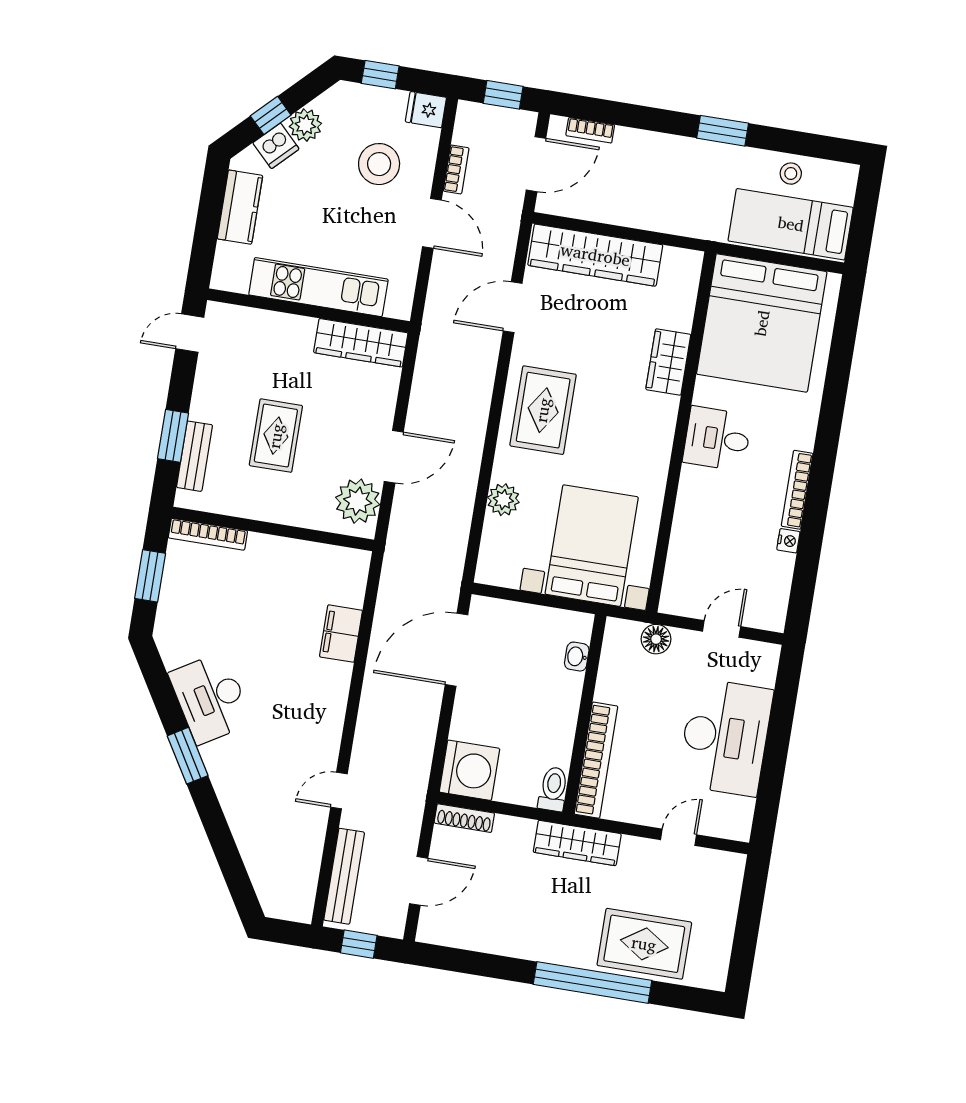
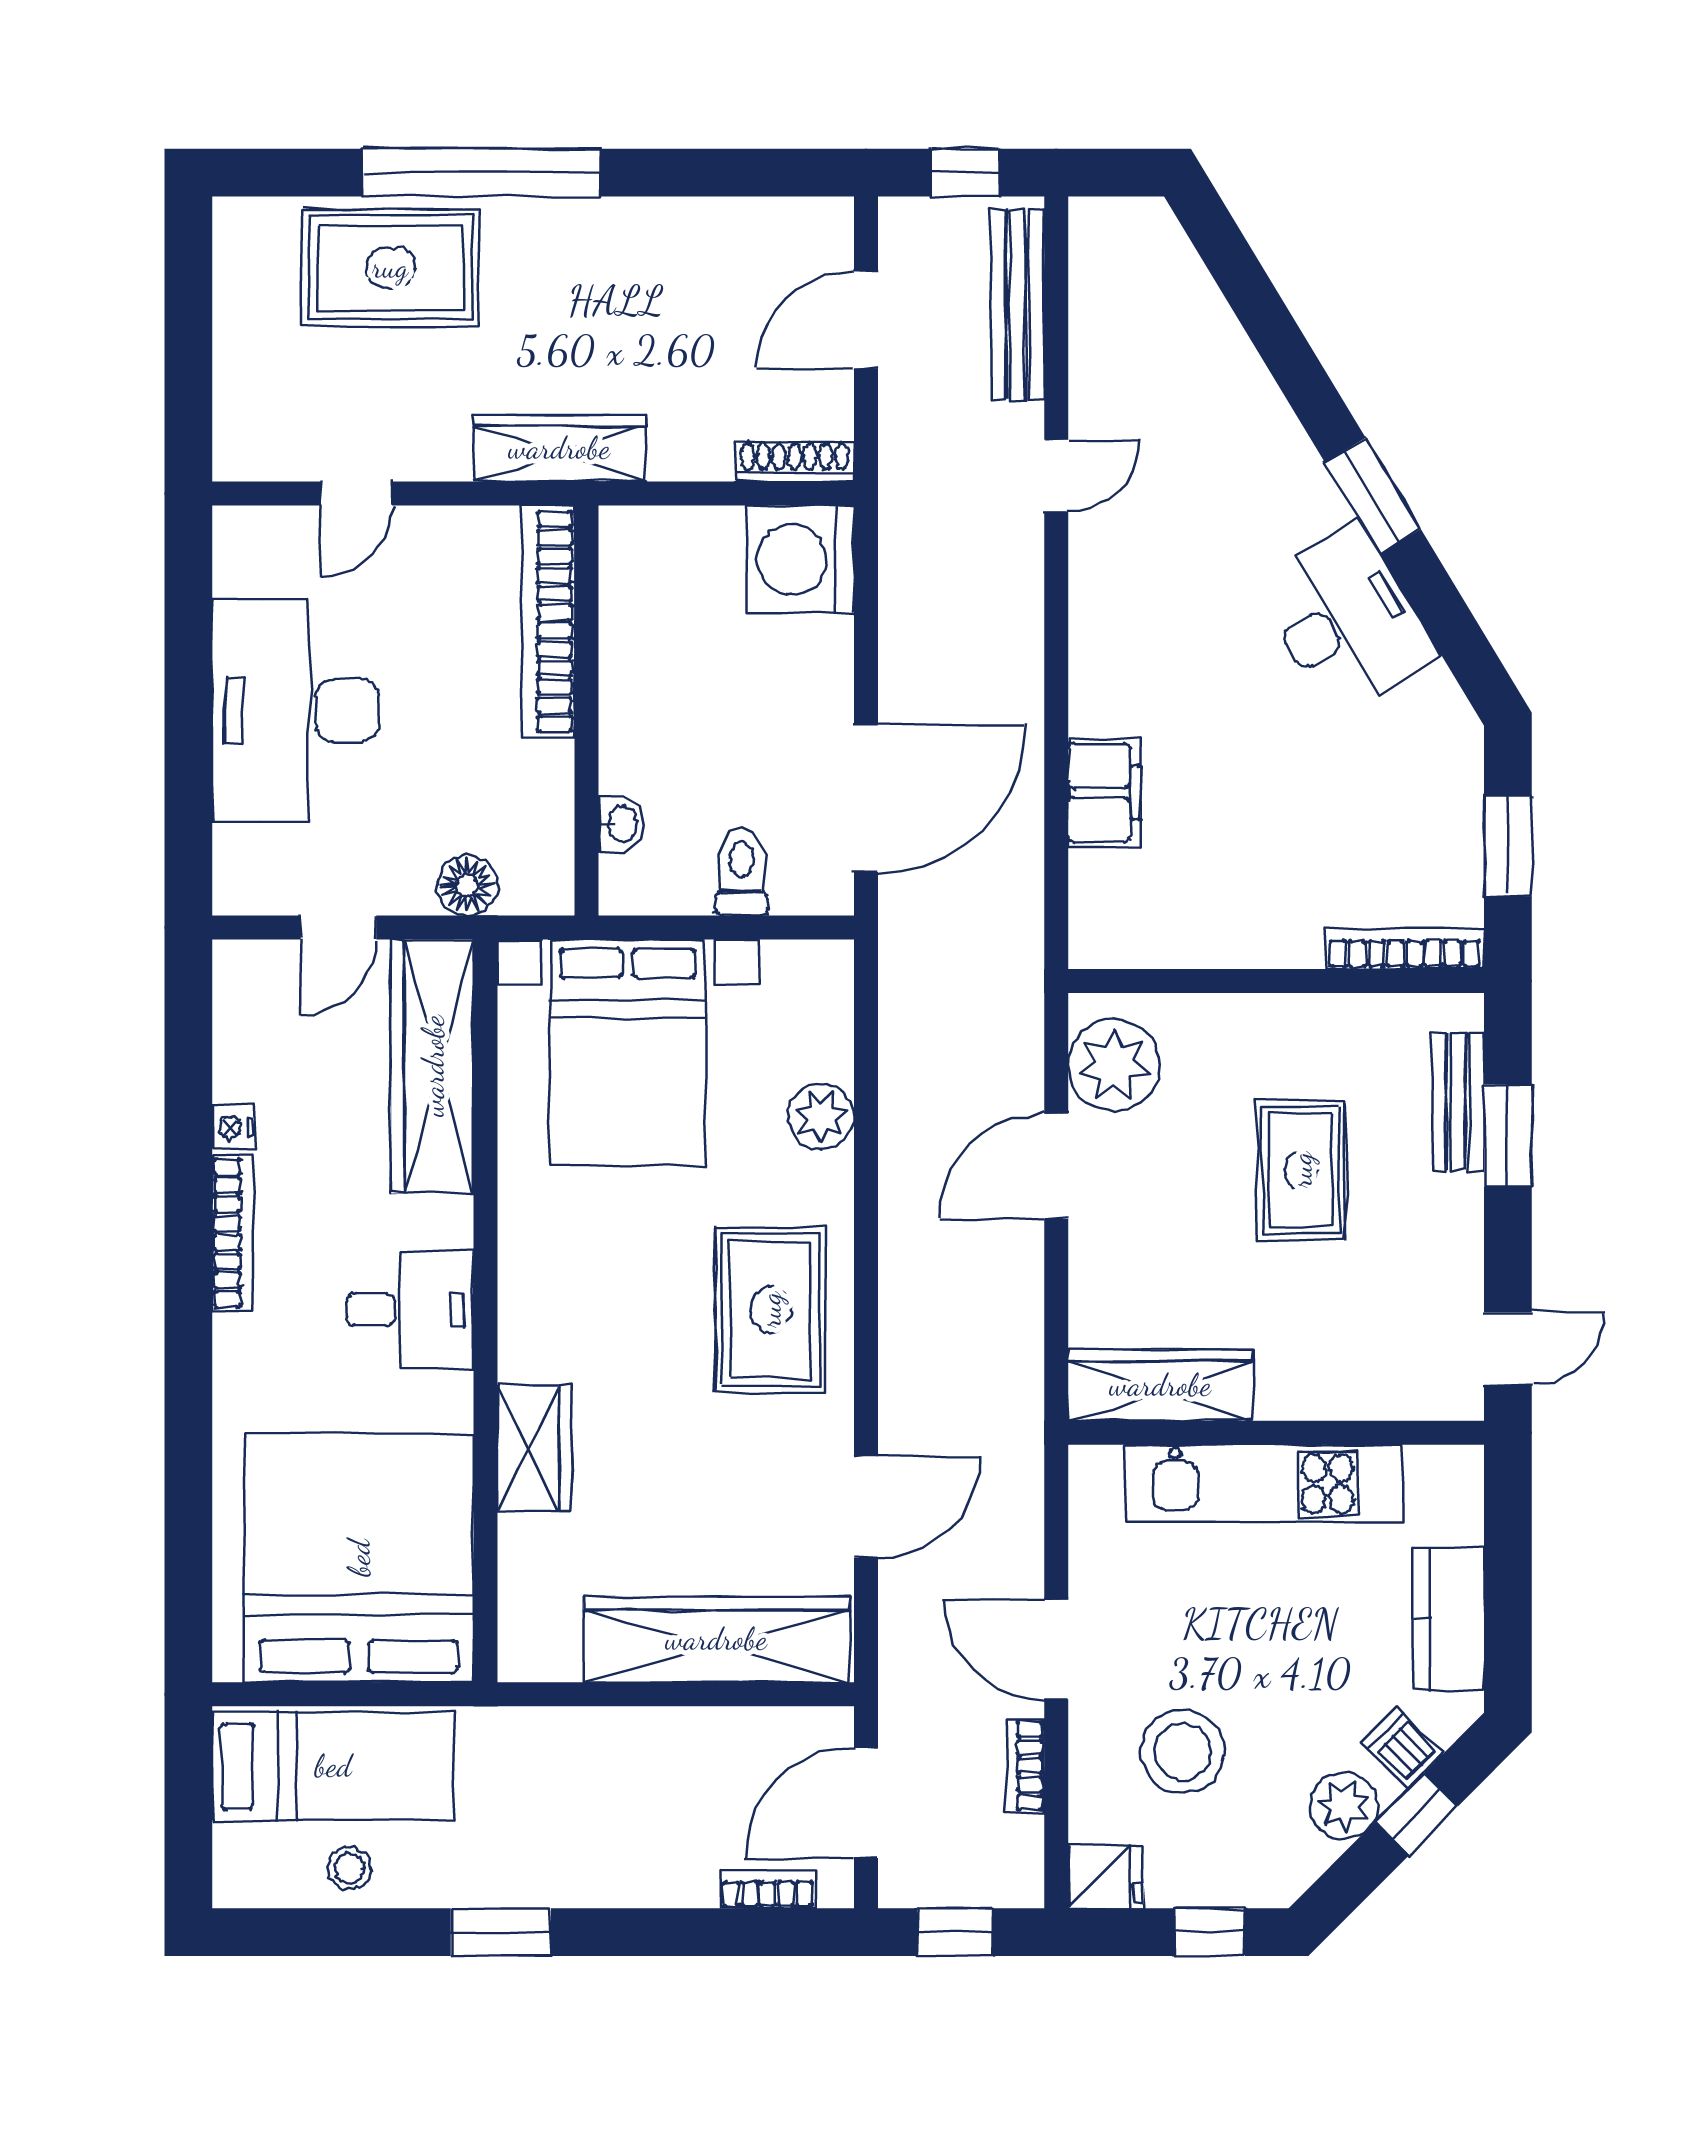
dishwasher: (276, 146) -> (1403, 1747), width x0.73
wardrobe: (687, 554) -> (433, 1066), added
toilet: (553, 789) -> (742, 872), moved, turned 180

